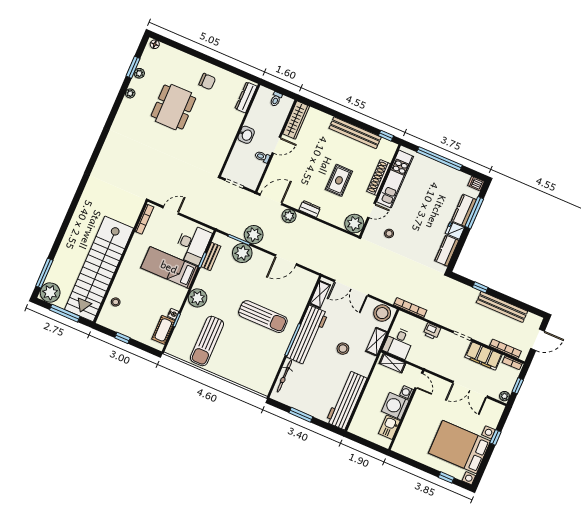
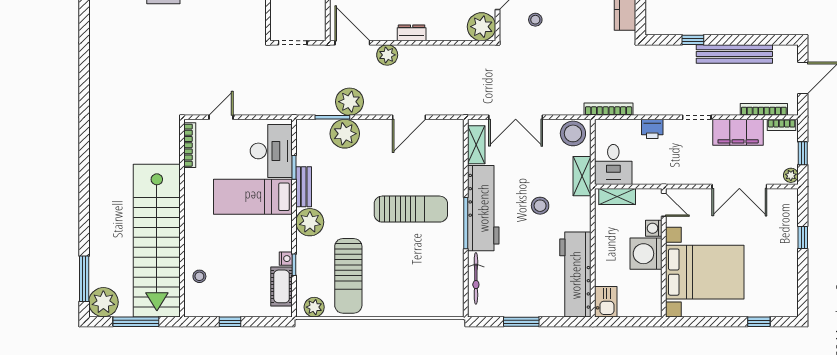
door: (271, 199) -> (352, 43), hinge flipped
bench: (211, 256) -> (304, 187), moved
plant: (178, 351) -> (314, 307), added
kitchen sink: (389, 427) -> (606, 302), moved, turned 180
bed with nightstands: (459, 447) -> (705, 272), moved, turned 180

